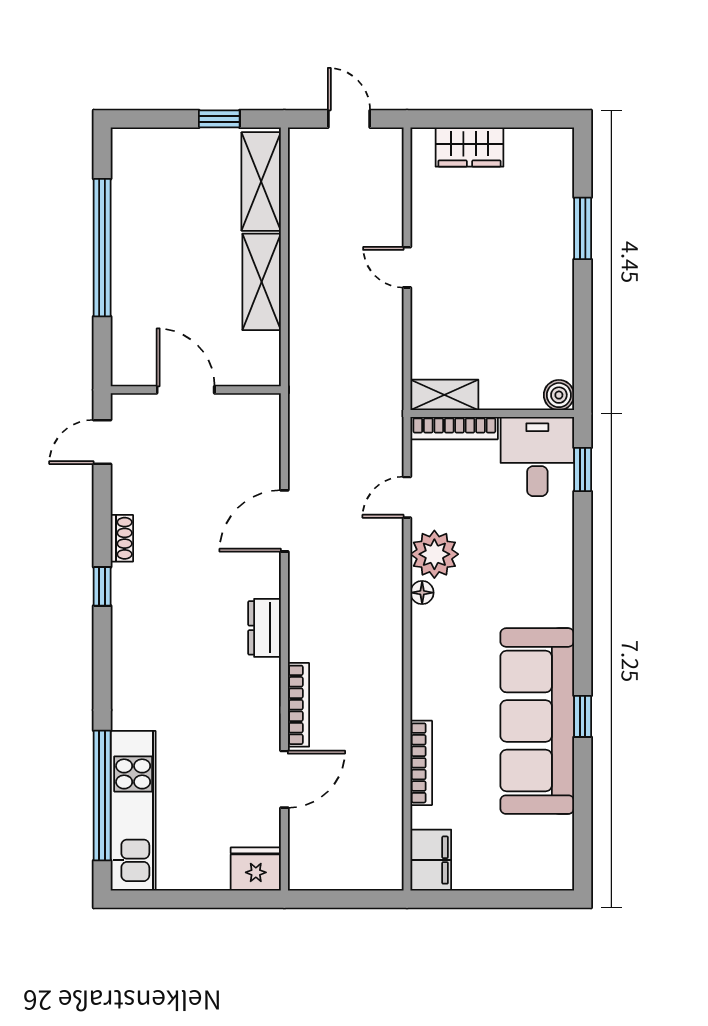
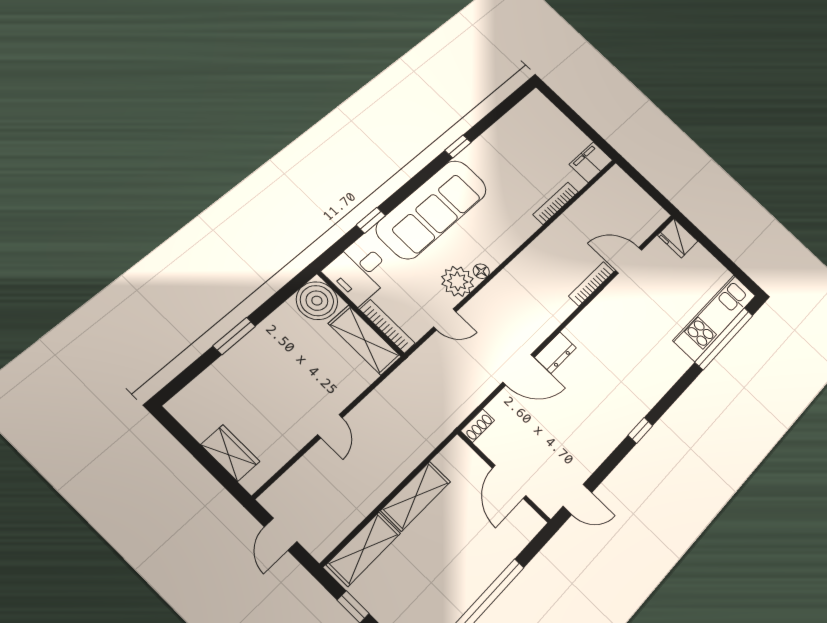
window: (583, 228) -> (234, 336), moved
shelving: (444, 395) -> (365, 340), width x1.50, depth x1.33
boiler: (559, 395) -> (317, 301), width x1.86, depth x1.86
window: (583, 470) -> (371, 220), moved
shoe rack: (122, 538) -> (478, 426), moved, turned 180
dresser: (265, 628) -> (555, 353), moved
sofa: (537, 721) -> (432, 209), moved

